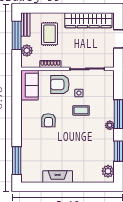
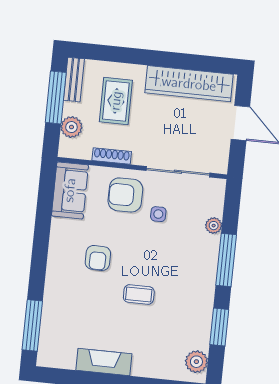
coffee table: (81, 110) -> (139, 294), moved
plant: (110, 125) -> (214, 226), moved

